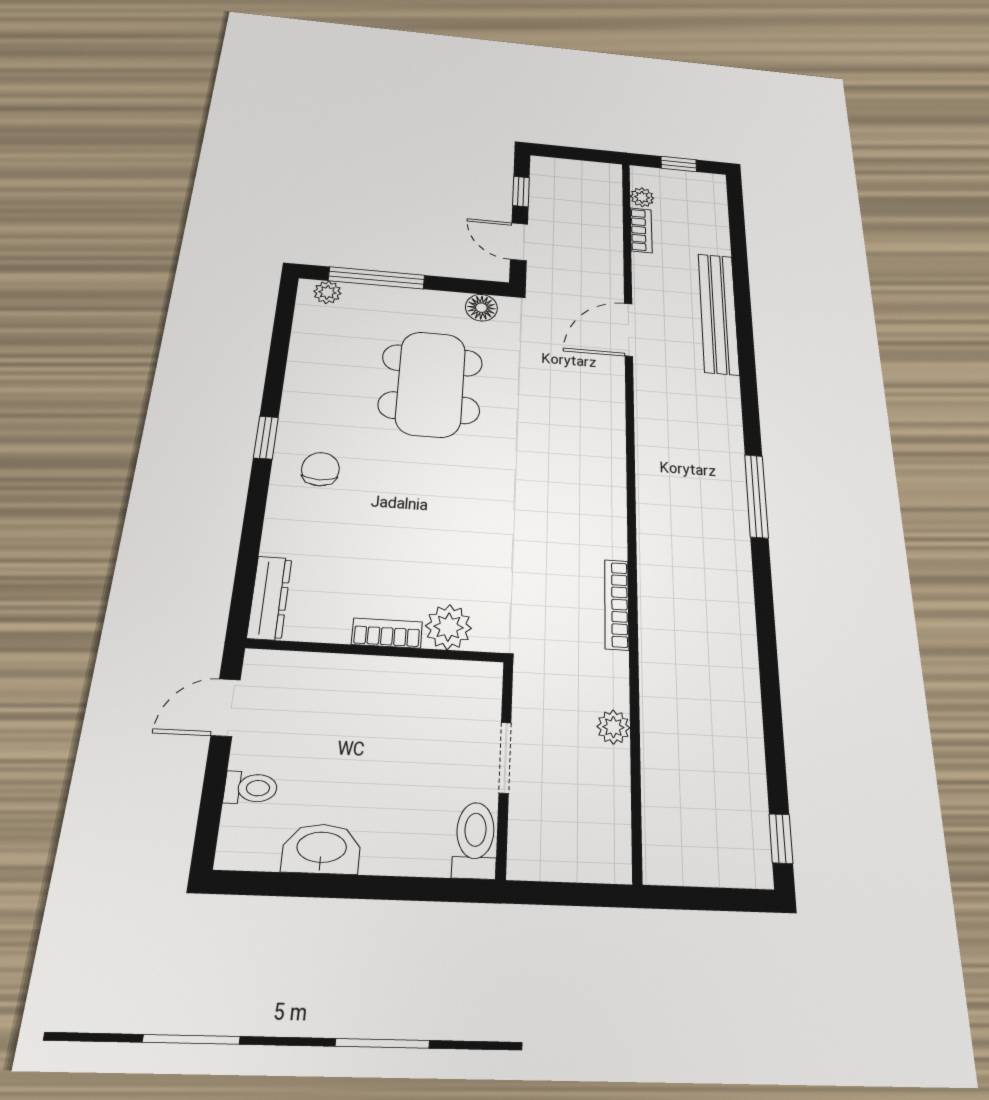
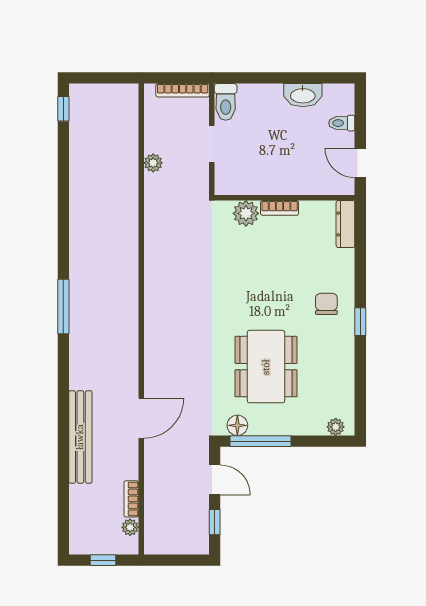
window: (377, 278) -> (260, 441), moved
chair: (320, 469) -> (326, 304), turned 180
bookcase: (617, 604) -> (183, 90), moved, turned 90
door: (226, 707) -> (360, 163), swing flipped

